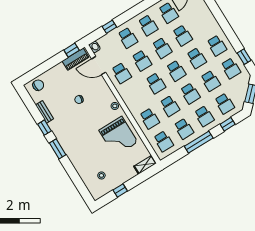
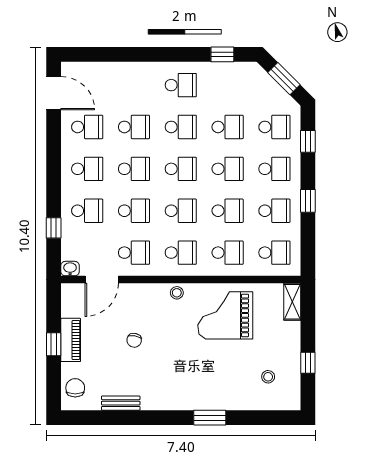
window: (72, 50) -> (54, 344), moved
piano: (75, 59) -> (71, 340), moved
school desk: (231, 68) -> (181, 253), moved
window: (44, 128) -> (144, 418), removed
grand piano: (118, 136) -> (225, 315), turned 180
window: (199, 142) -> (308, 201), width x0.46
window: (58, 149) -> (210, 418), moved

